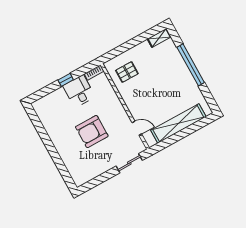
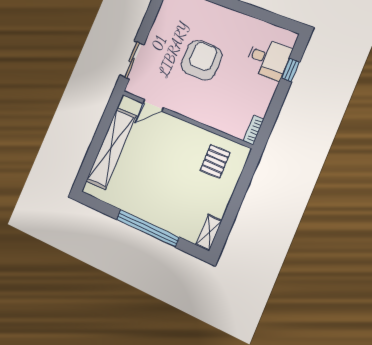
window: (66, 80) -> (290, 70), moved
desk: (79, 91) -> (268, 59), moved

